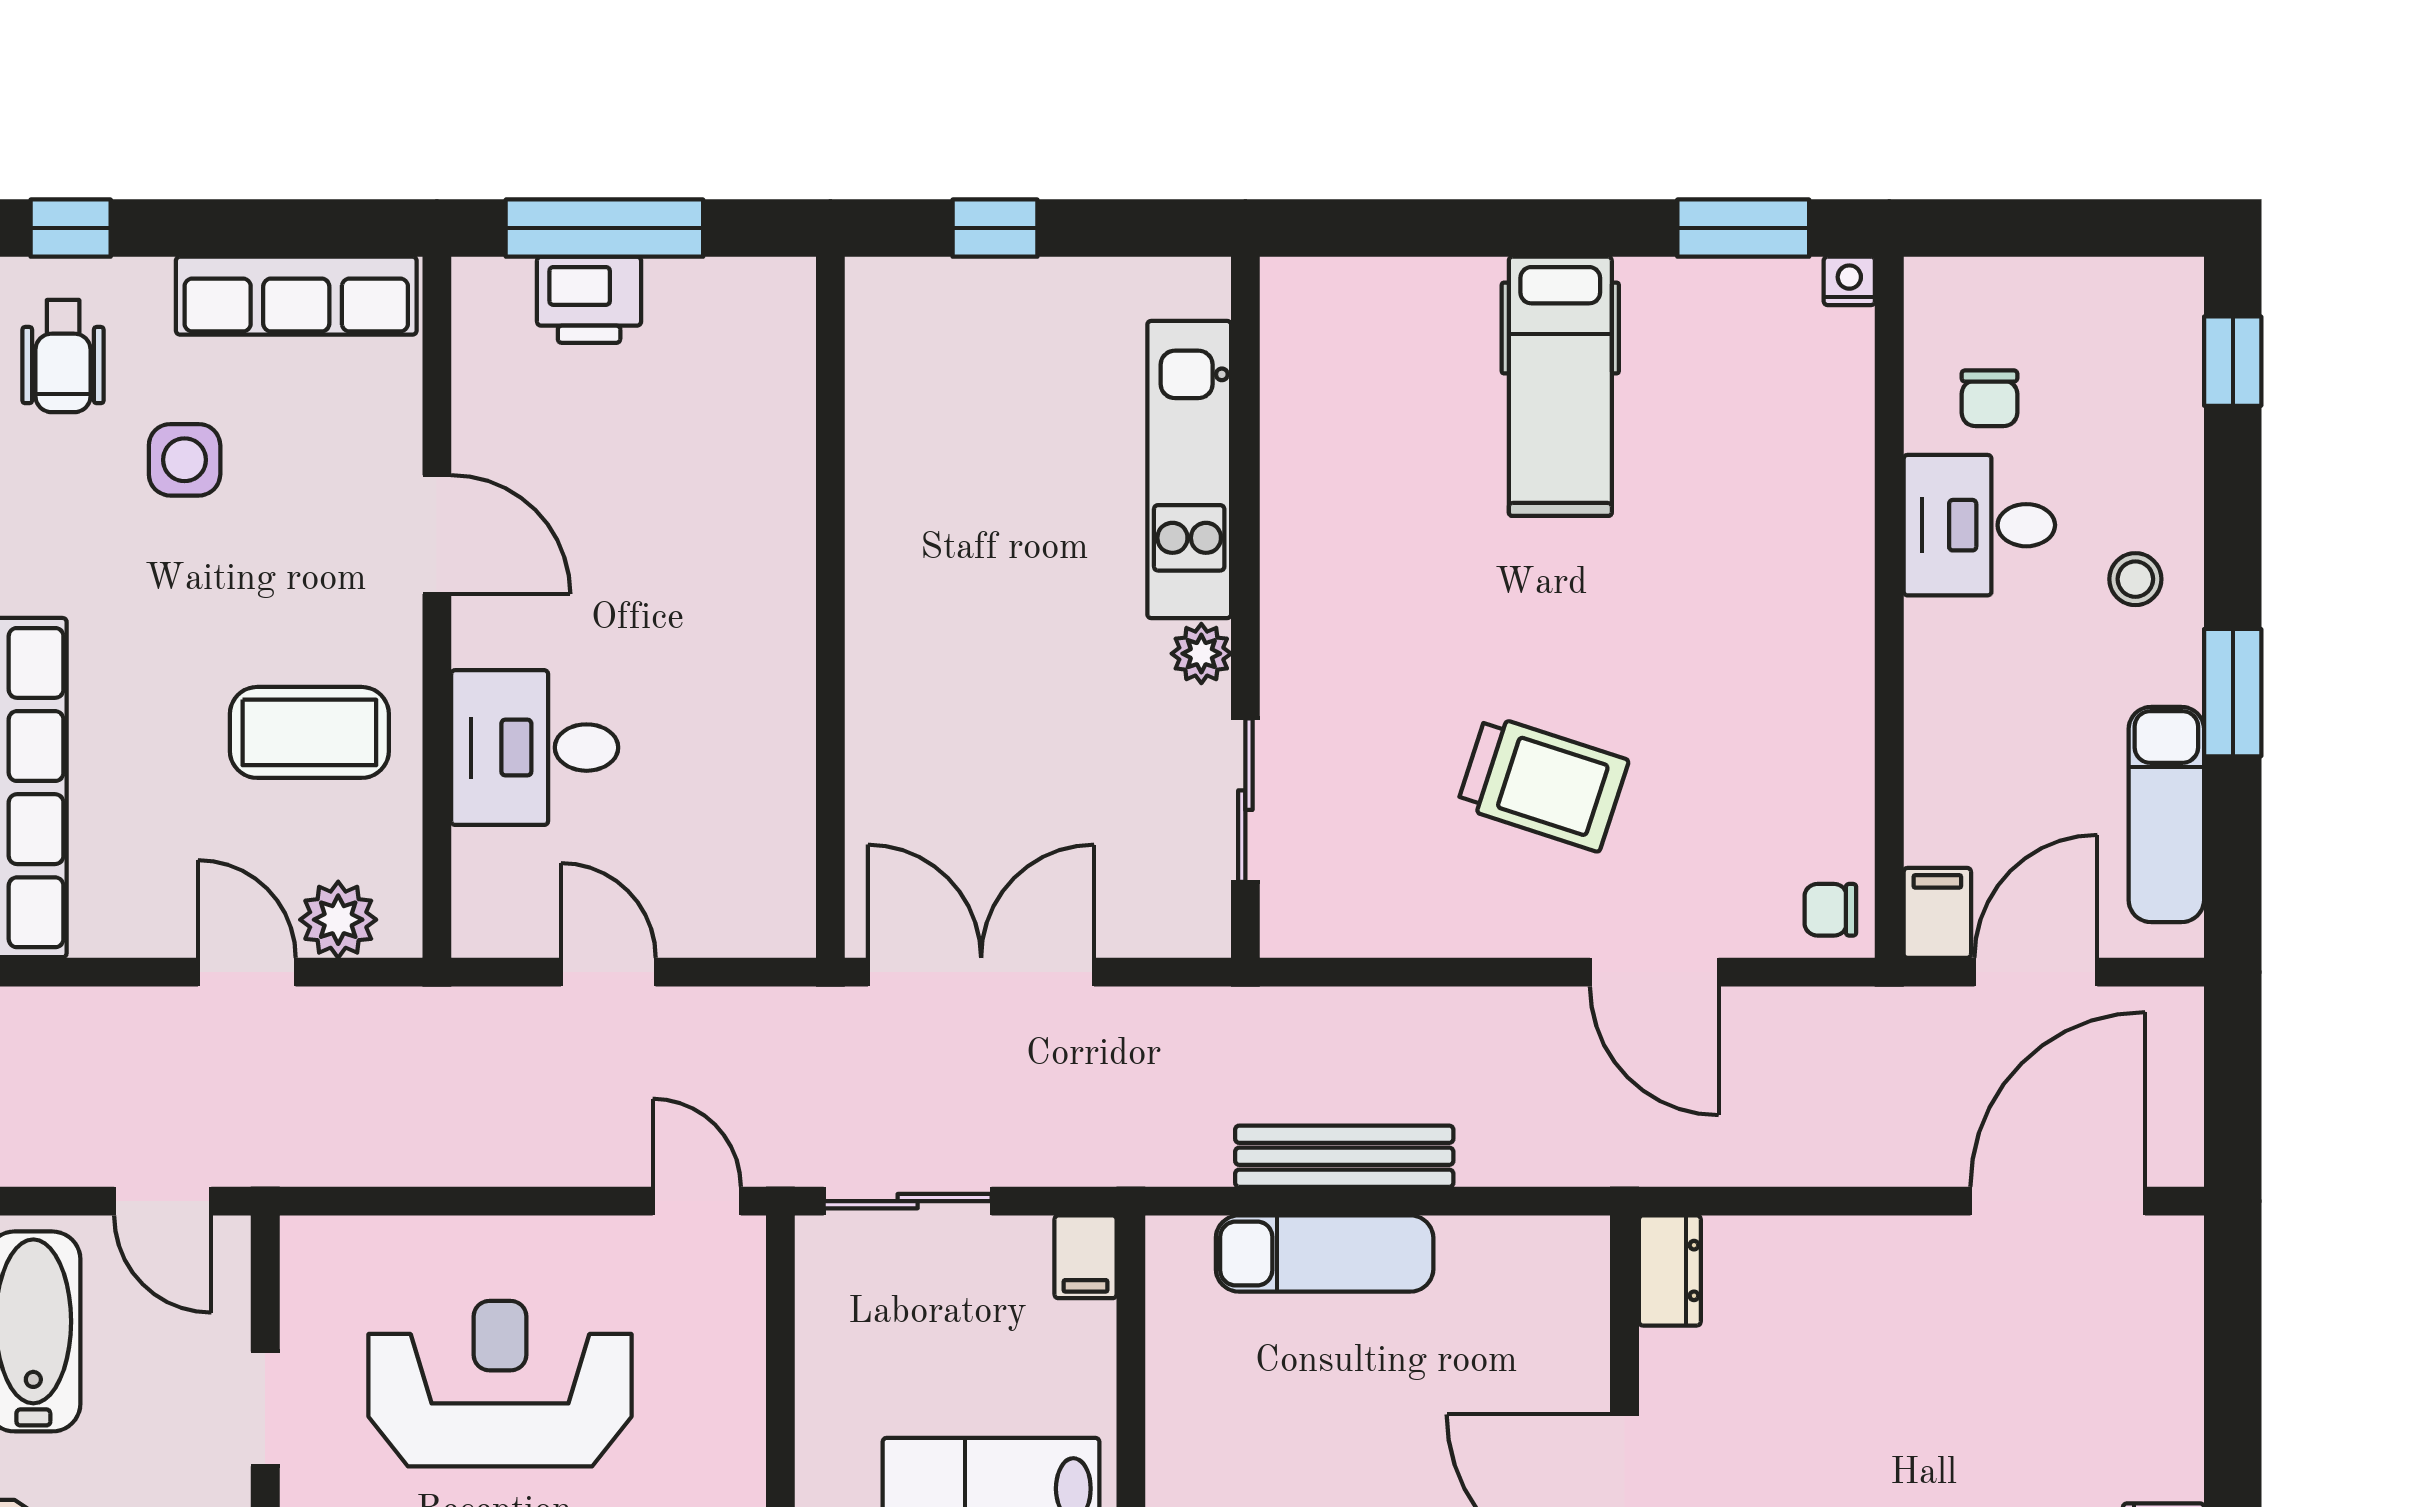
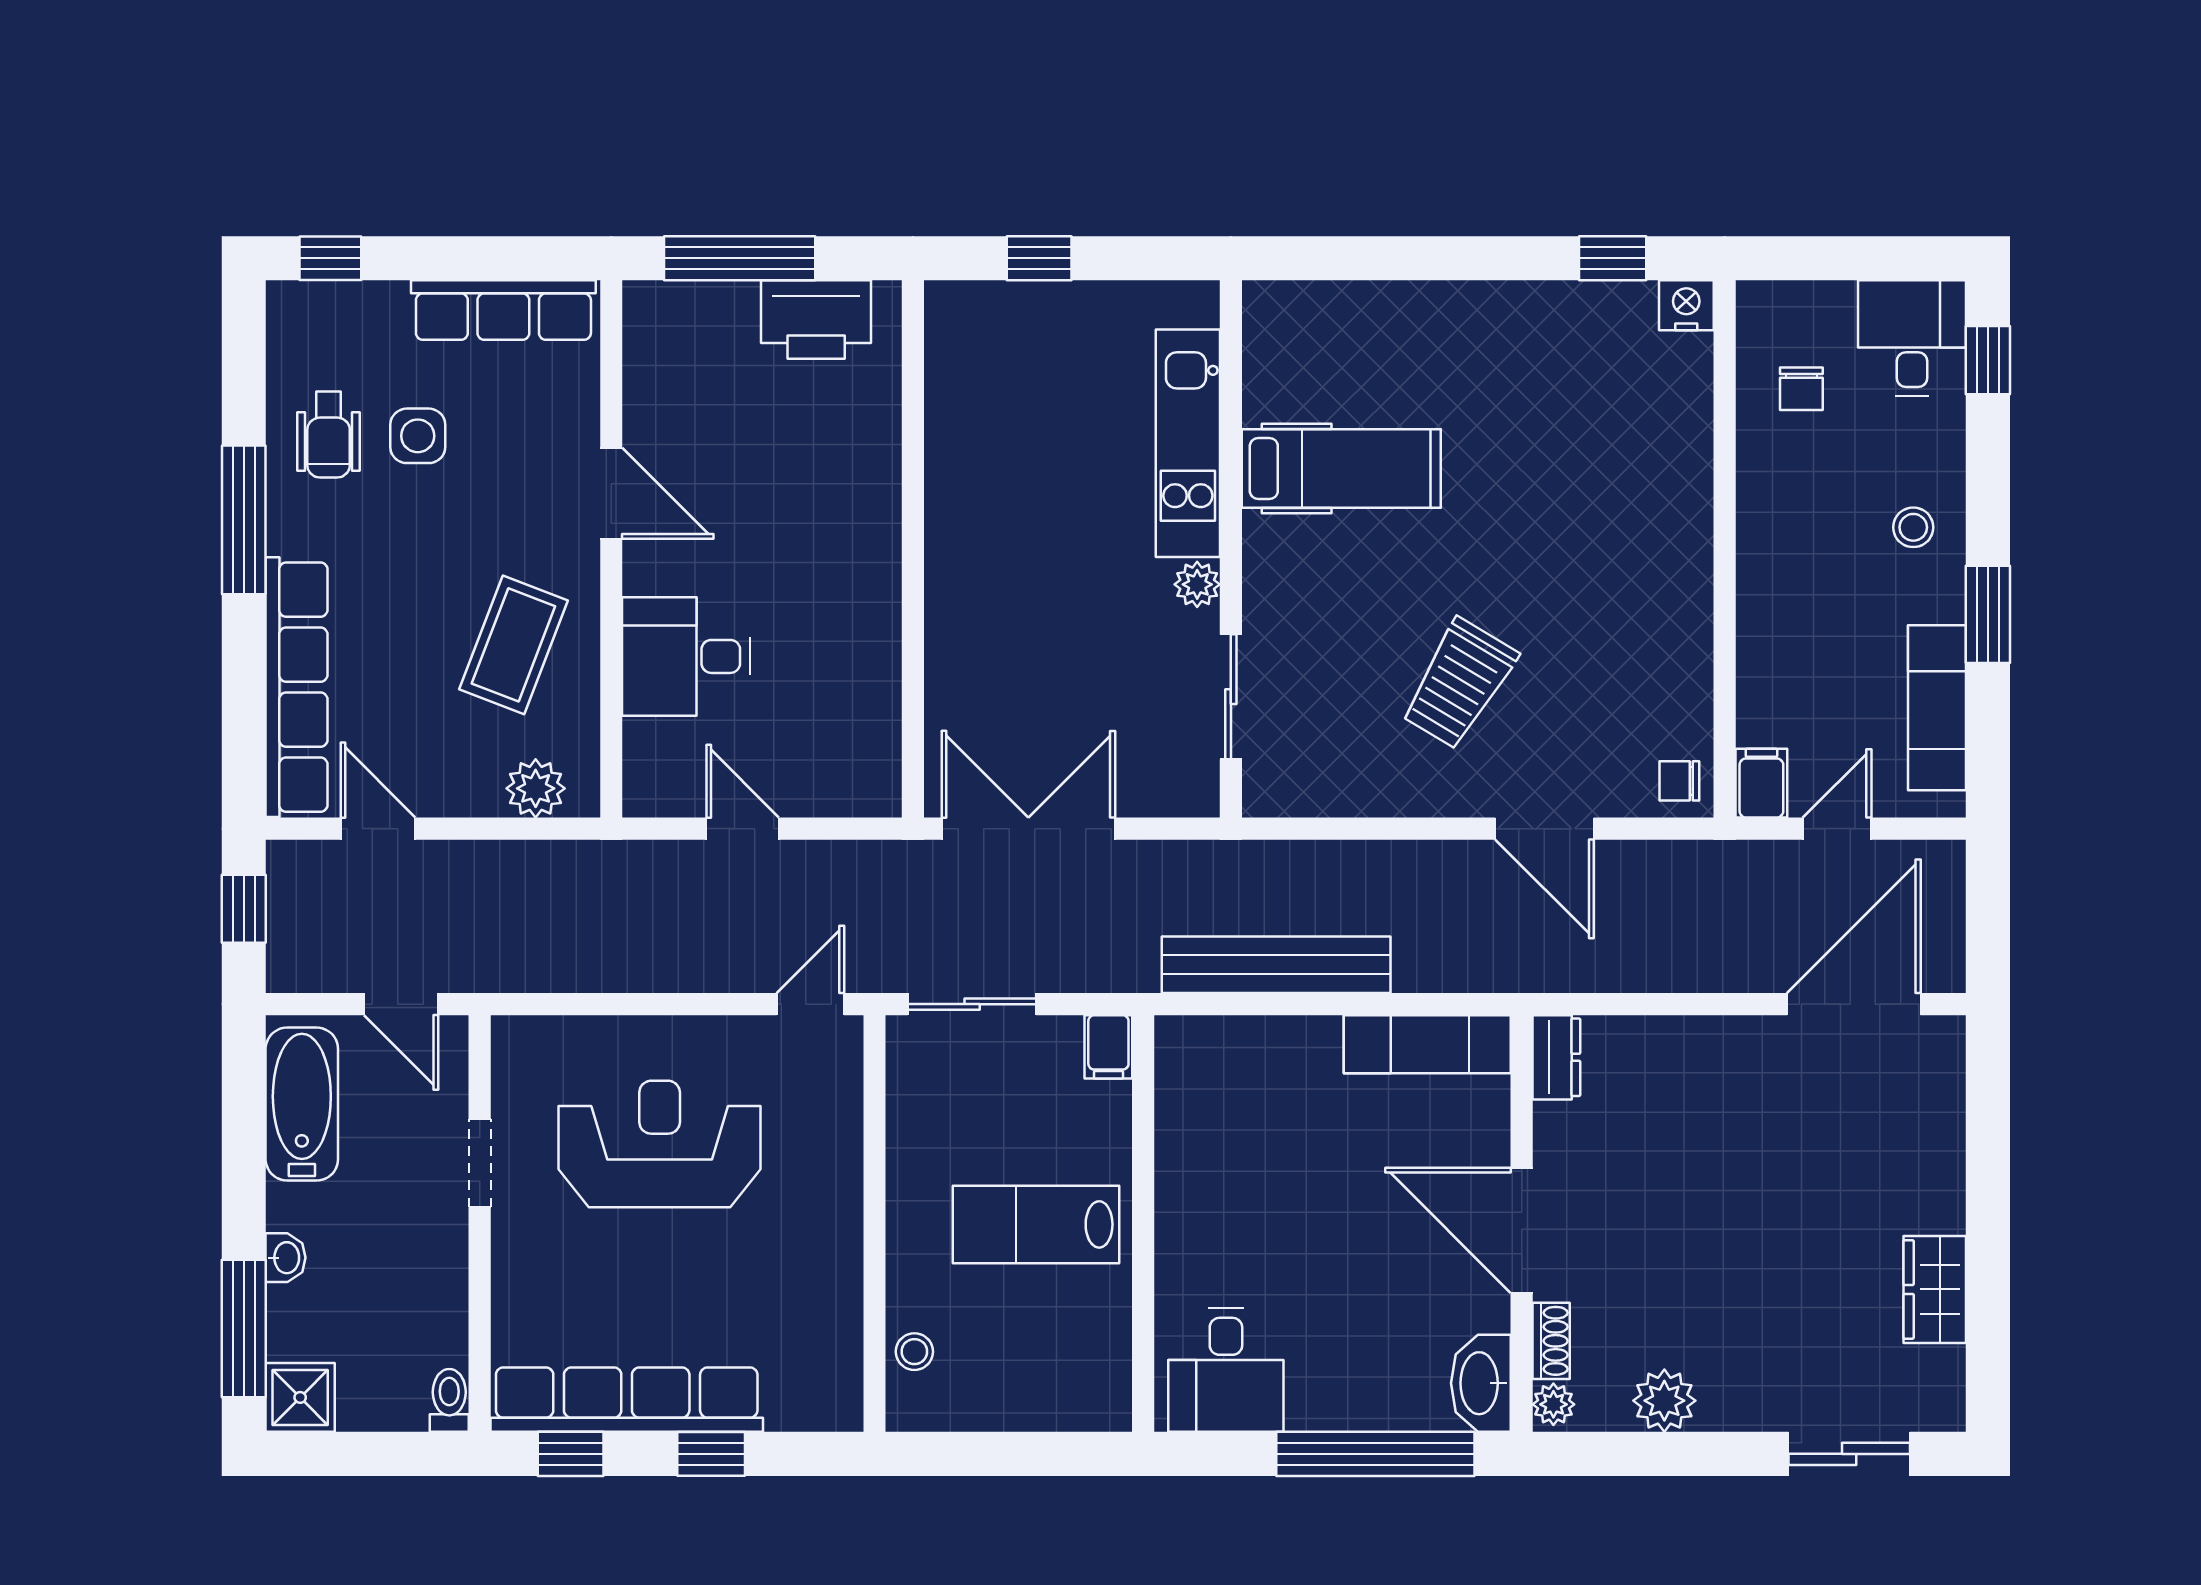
window: (1743, 228) -> (1613, 258), width x0.67
nightstand: (1849, 281) -> (1686, 305), width x1.39, depth x1.35
printer: (589, 300) -> (816, 320), moved, width x1.37, depth x1.19
wheelchair: (63, 356) -> (329, 435), moved
hospital bed: (1560, 386) -> (1341, 469), moved, turned -90
desk: (1979, 525) -> (1912, 338), moved, turned 90
coffee table: (309, 732) -> (513, 645), turned -69
trolley: (1543, 783) -> (1459, 684), turned 103
door: (247, 972) -> (378, 829), moved
door: (2036, 972) -> (1837, 829), width x0.73
bench: (1344, 1156) -> (1276, 965), width x1.37, depth x1.21
door: (697, 1201) -> (810, 1004), hinge flipped
exam couch: (1325, 1253) -> (1427, 1044), moved

